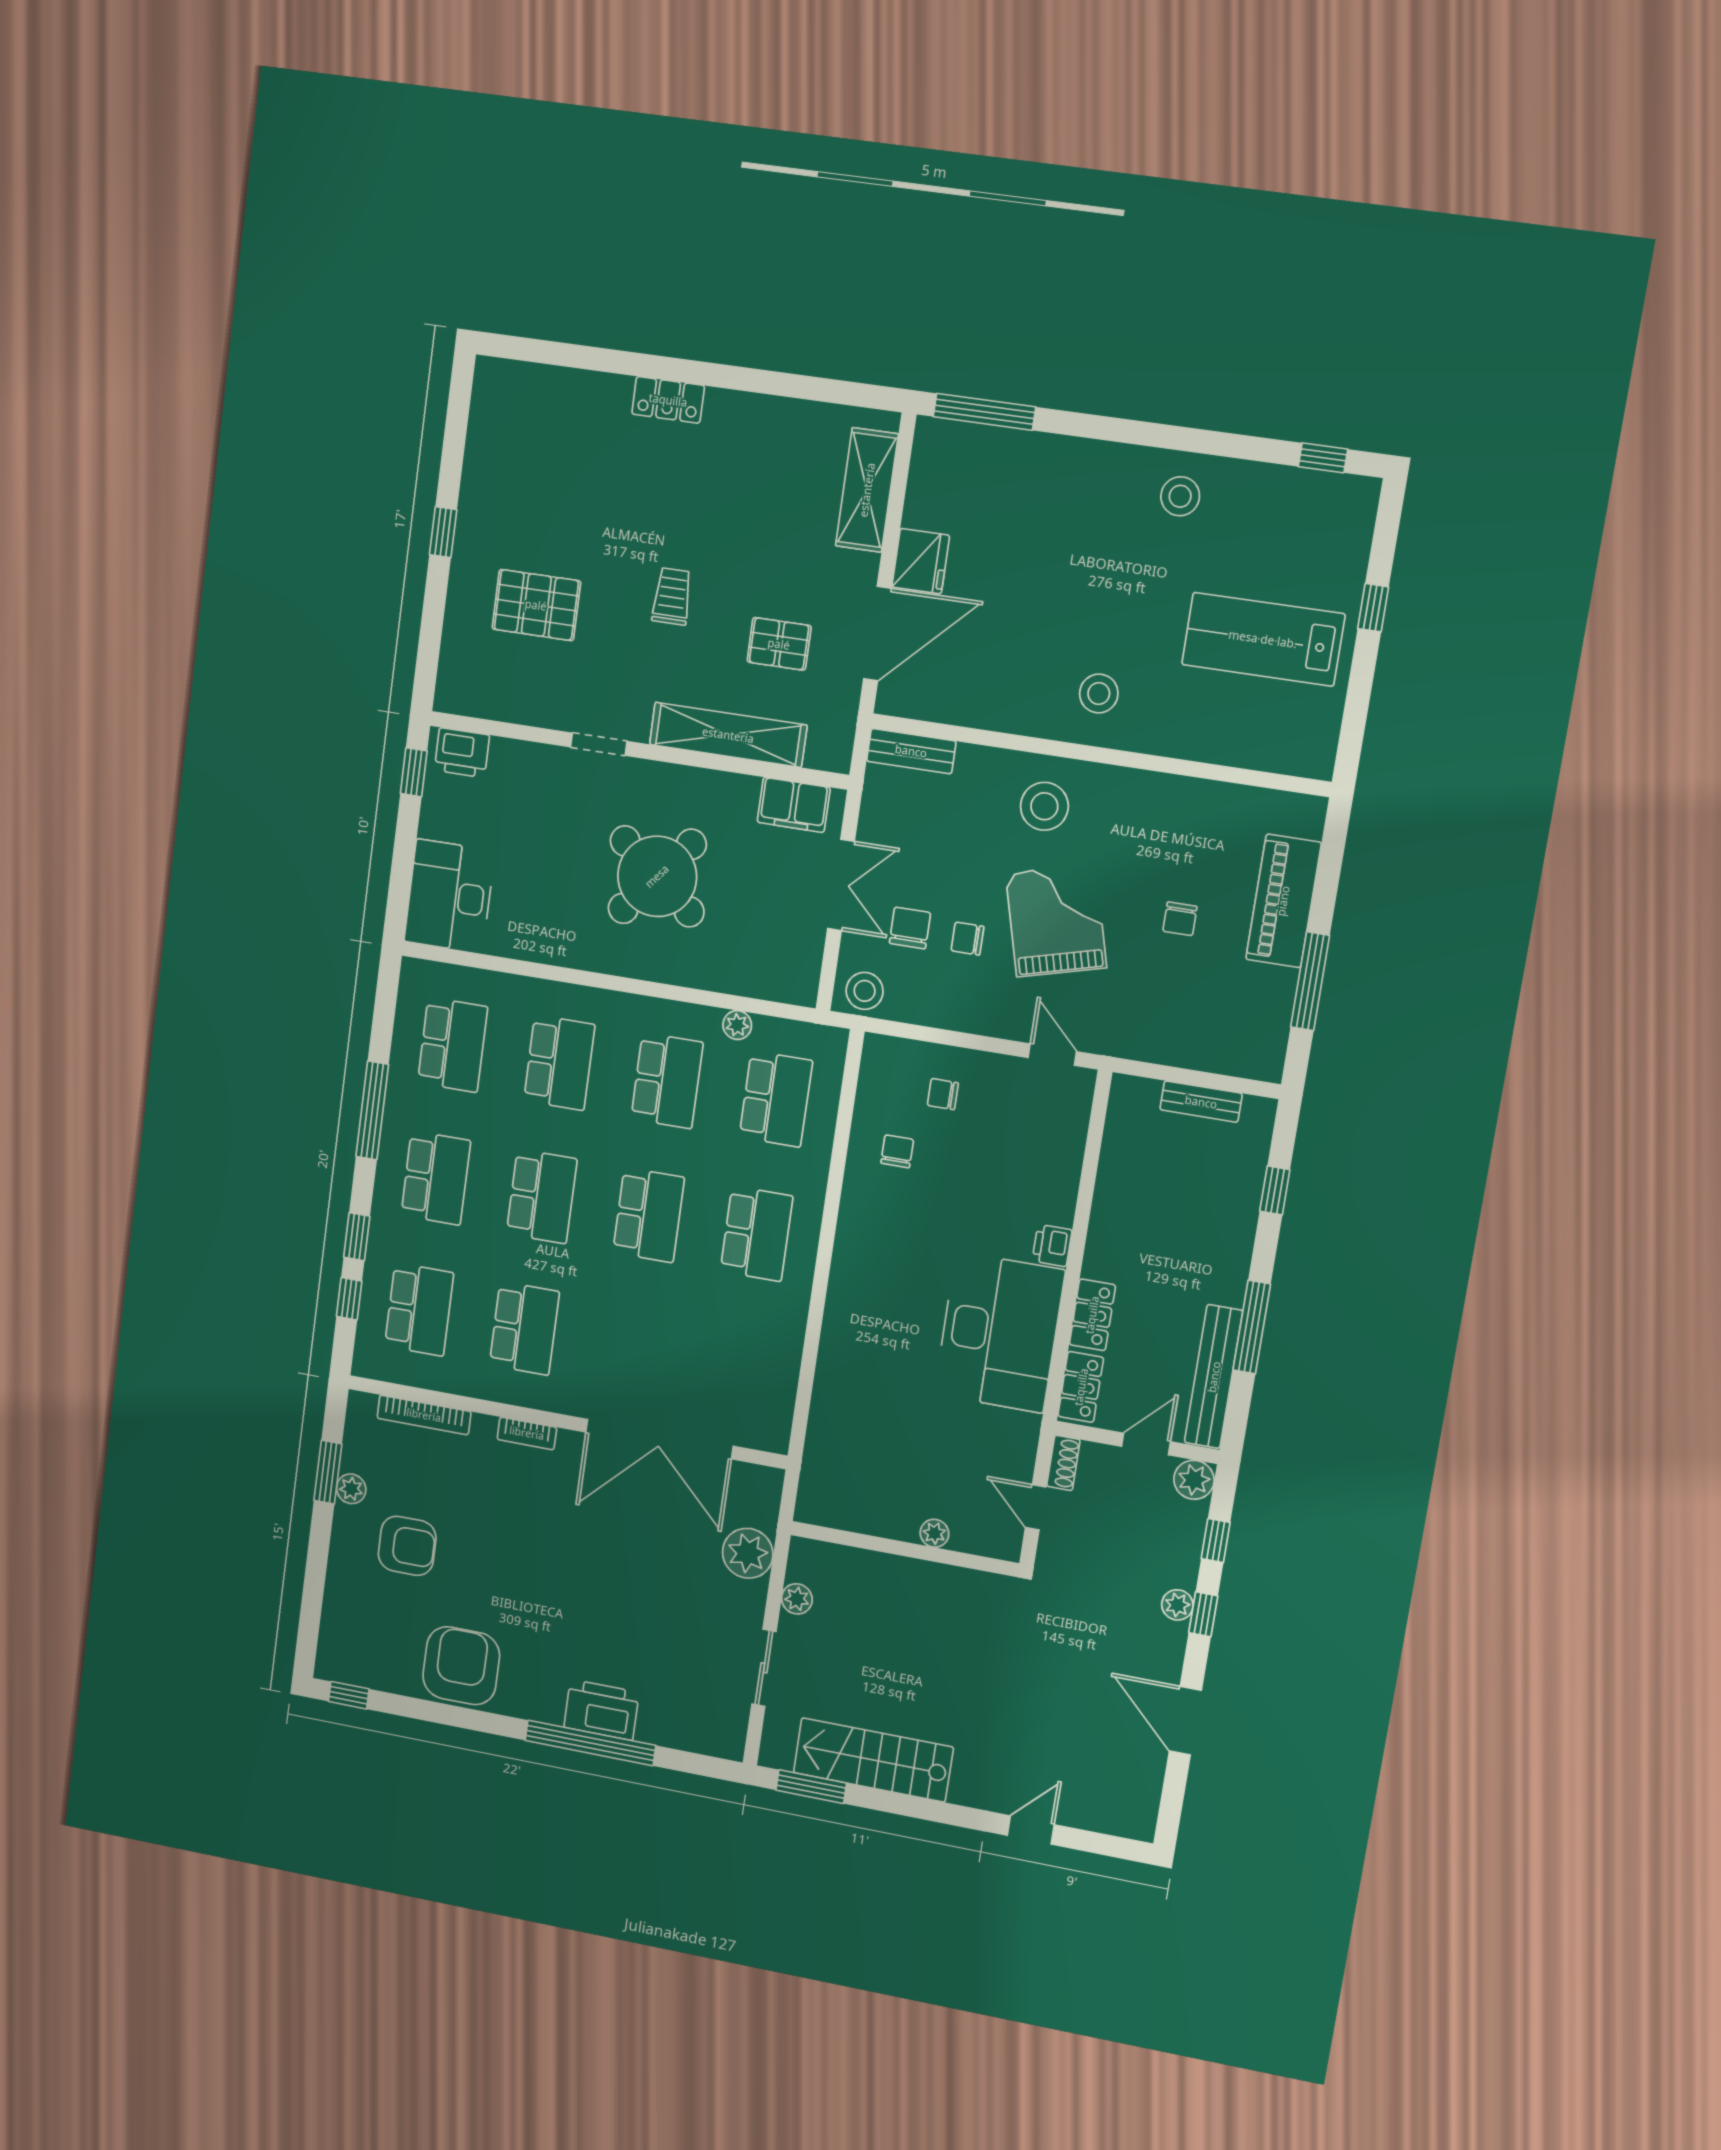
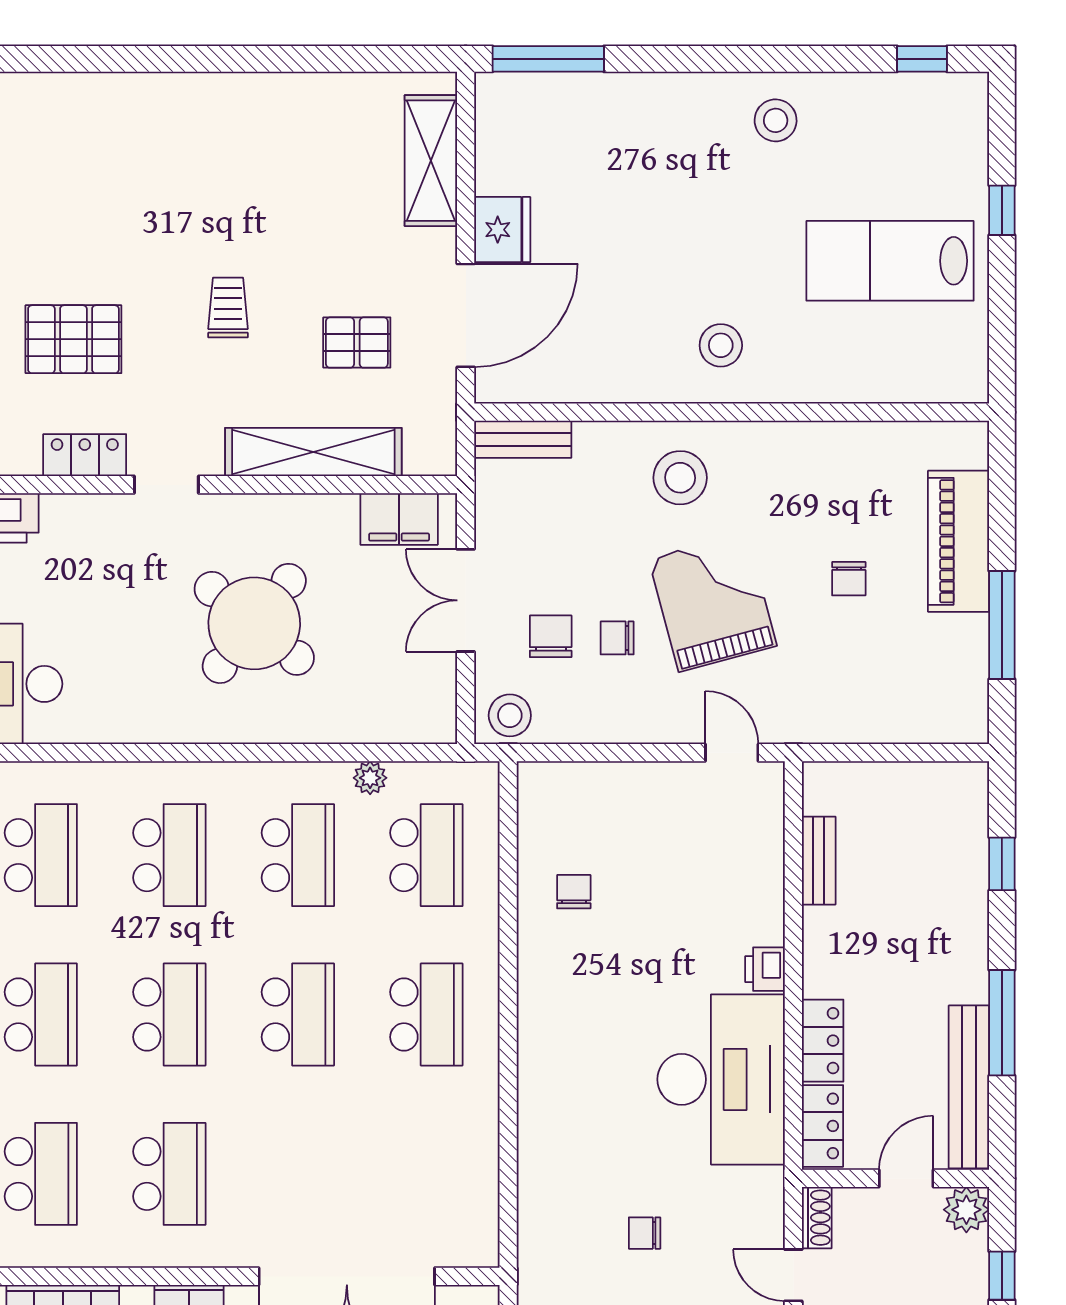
locker: (668, 400) -> (85, 455), moved, turned 180
double door: (841, 885) -> (466, 600), swing flipped
chair: (943, 1094) -> (645, 1233), moved
bench: (1201, 1102) -> (819, 861), moved, turned 90

